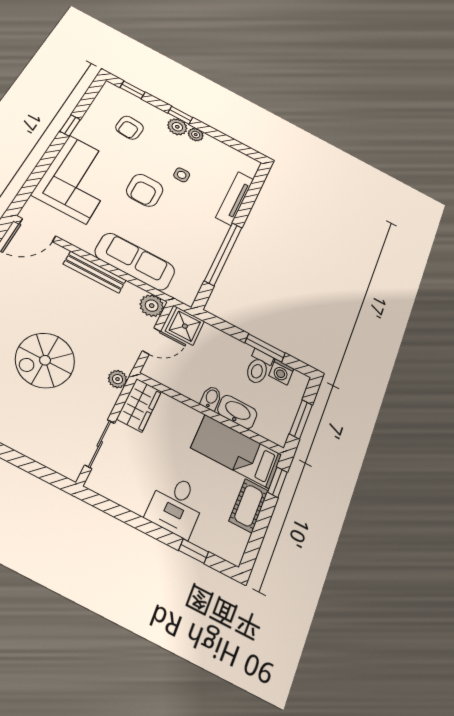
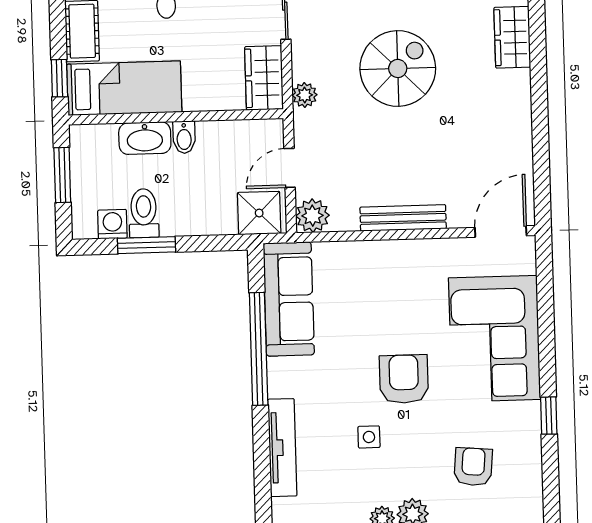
sofa: (135, 262) -> (289, 299), moved, turned -90

